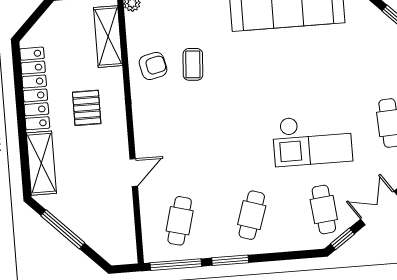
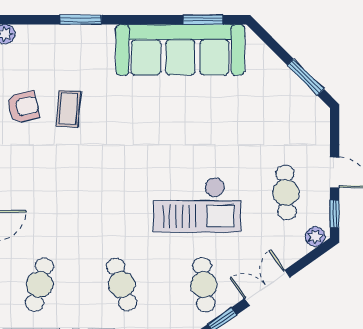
cafe table: (252, 215) -> (122, 285), turned -36

